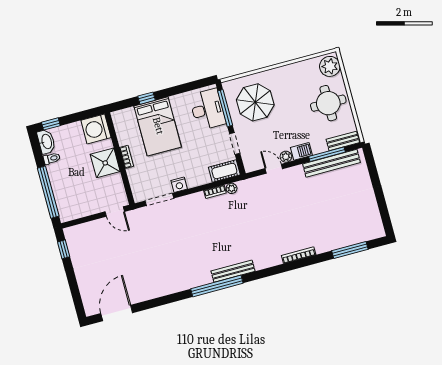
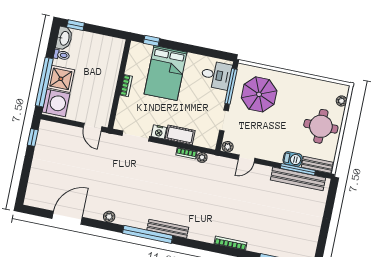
plant: (330, 66) -> (341, 101), width x0.53, depth x0.53
window: (147, 98) -> (151, 41), moved
desk: (207, 109) -> (216, 75), width x0.73
washing machine: (96, 129) -> (56, 103), moved, turned 180
barbecue: (301, 151) -> (293, 159), moved
plant: (286, 157) -> (228, 147), moved
shower: (105, 163) -> (61, 79), moved
door: (274, 169) -> (246, 159), swing flipped
cot: (224, 171) -> (180, 135), moved
plant: (172, 288) -> (109, 217), added
door: (117, 313) -> (67, 218), moved

